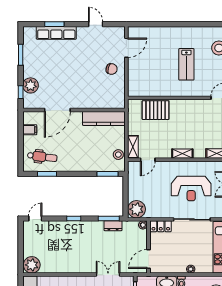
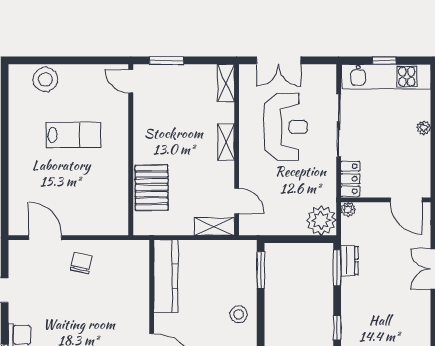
stool: (118, 155) -> (239, 314), moved

